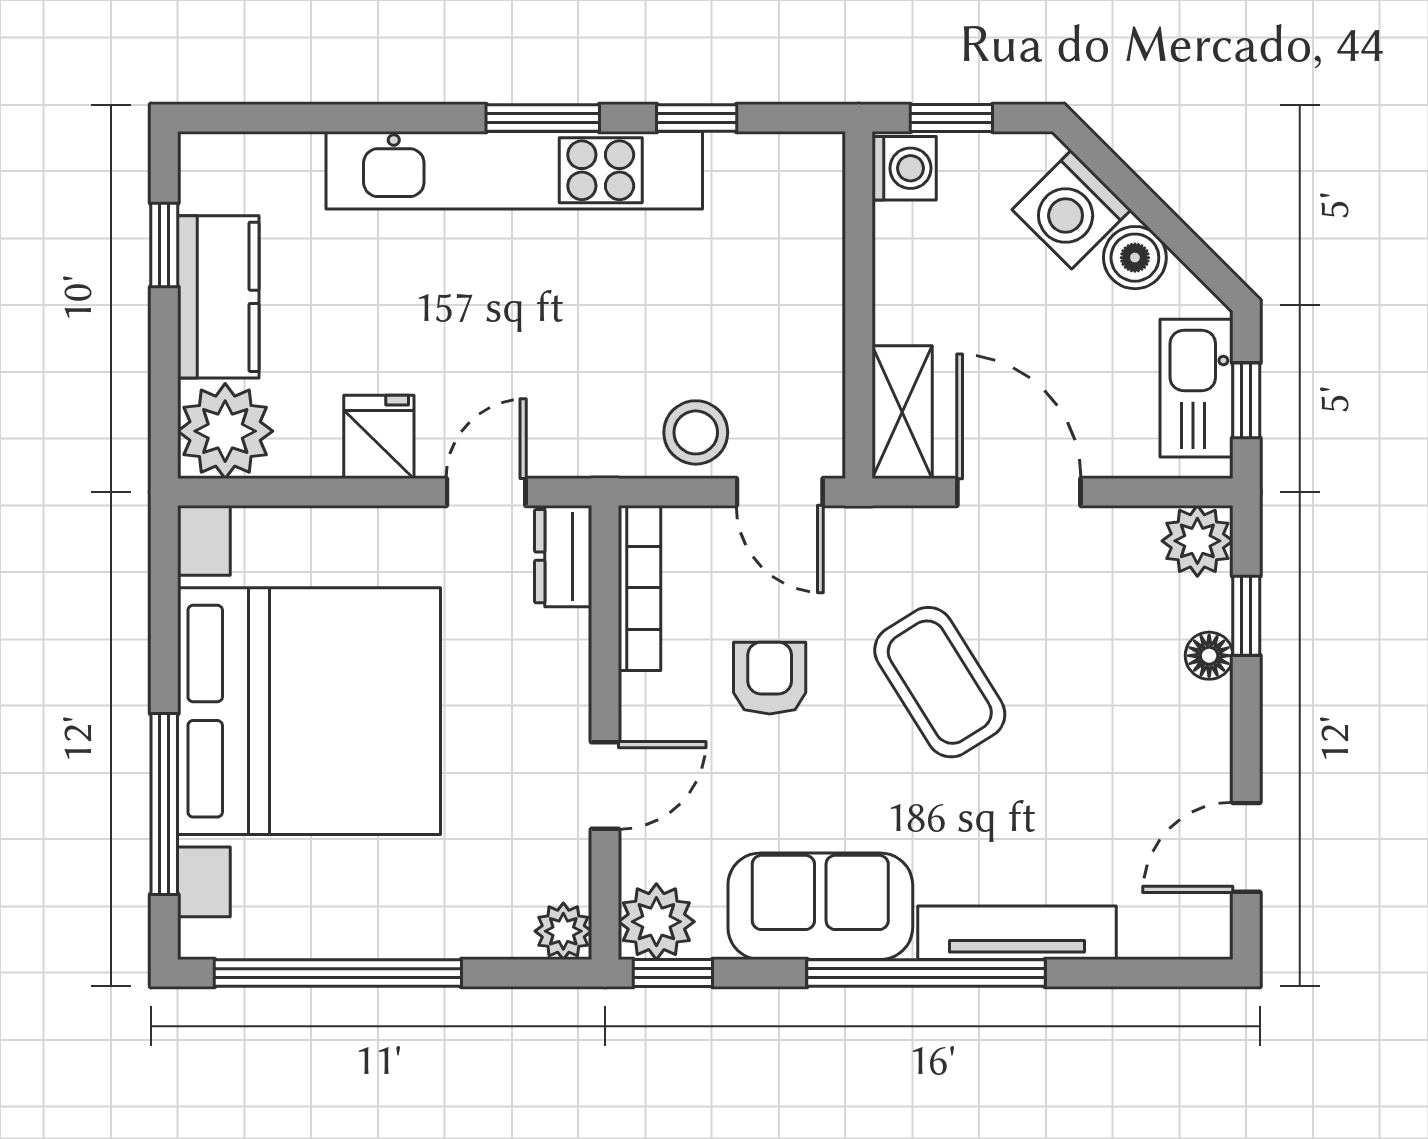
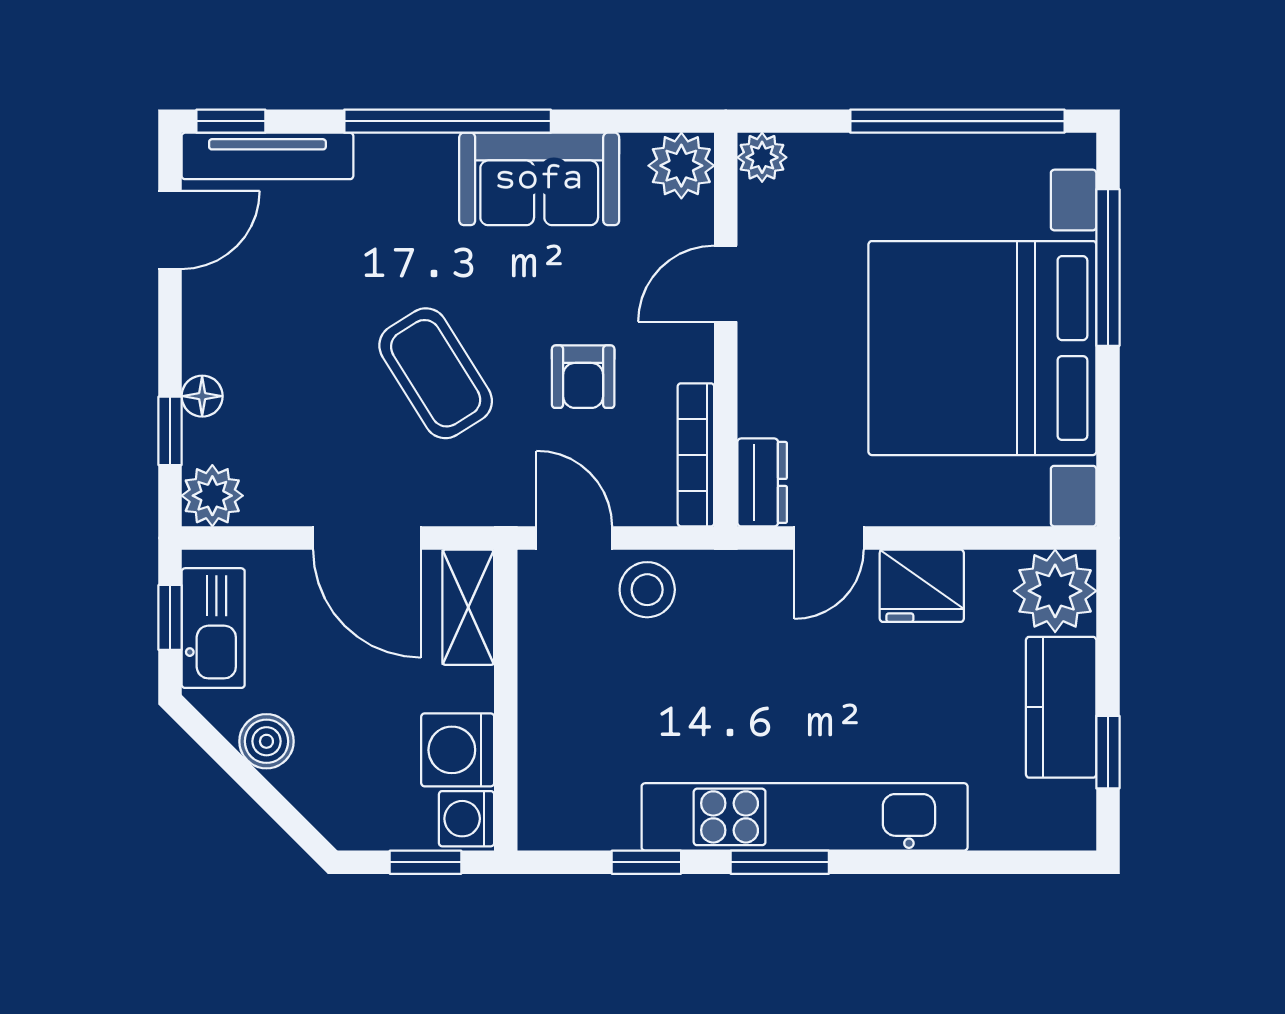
washing machine: (1072, 210) -> (458, 750), moved, turned -135
fridge: (379, 437) -> (922, 586), width x1.38
tv unit: (1017, 933) -> (267, 156), moved
window: (673, 973) -> (231, 121), moved

